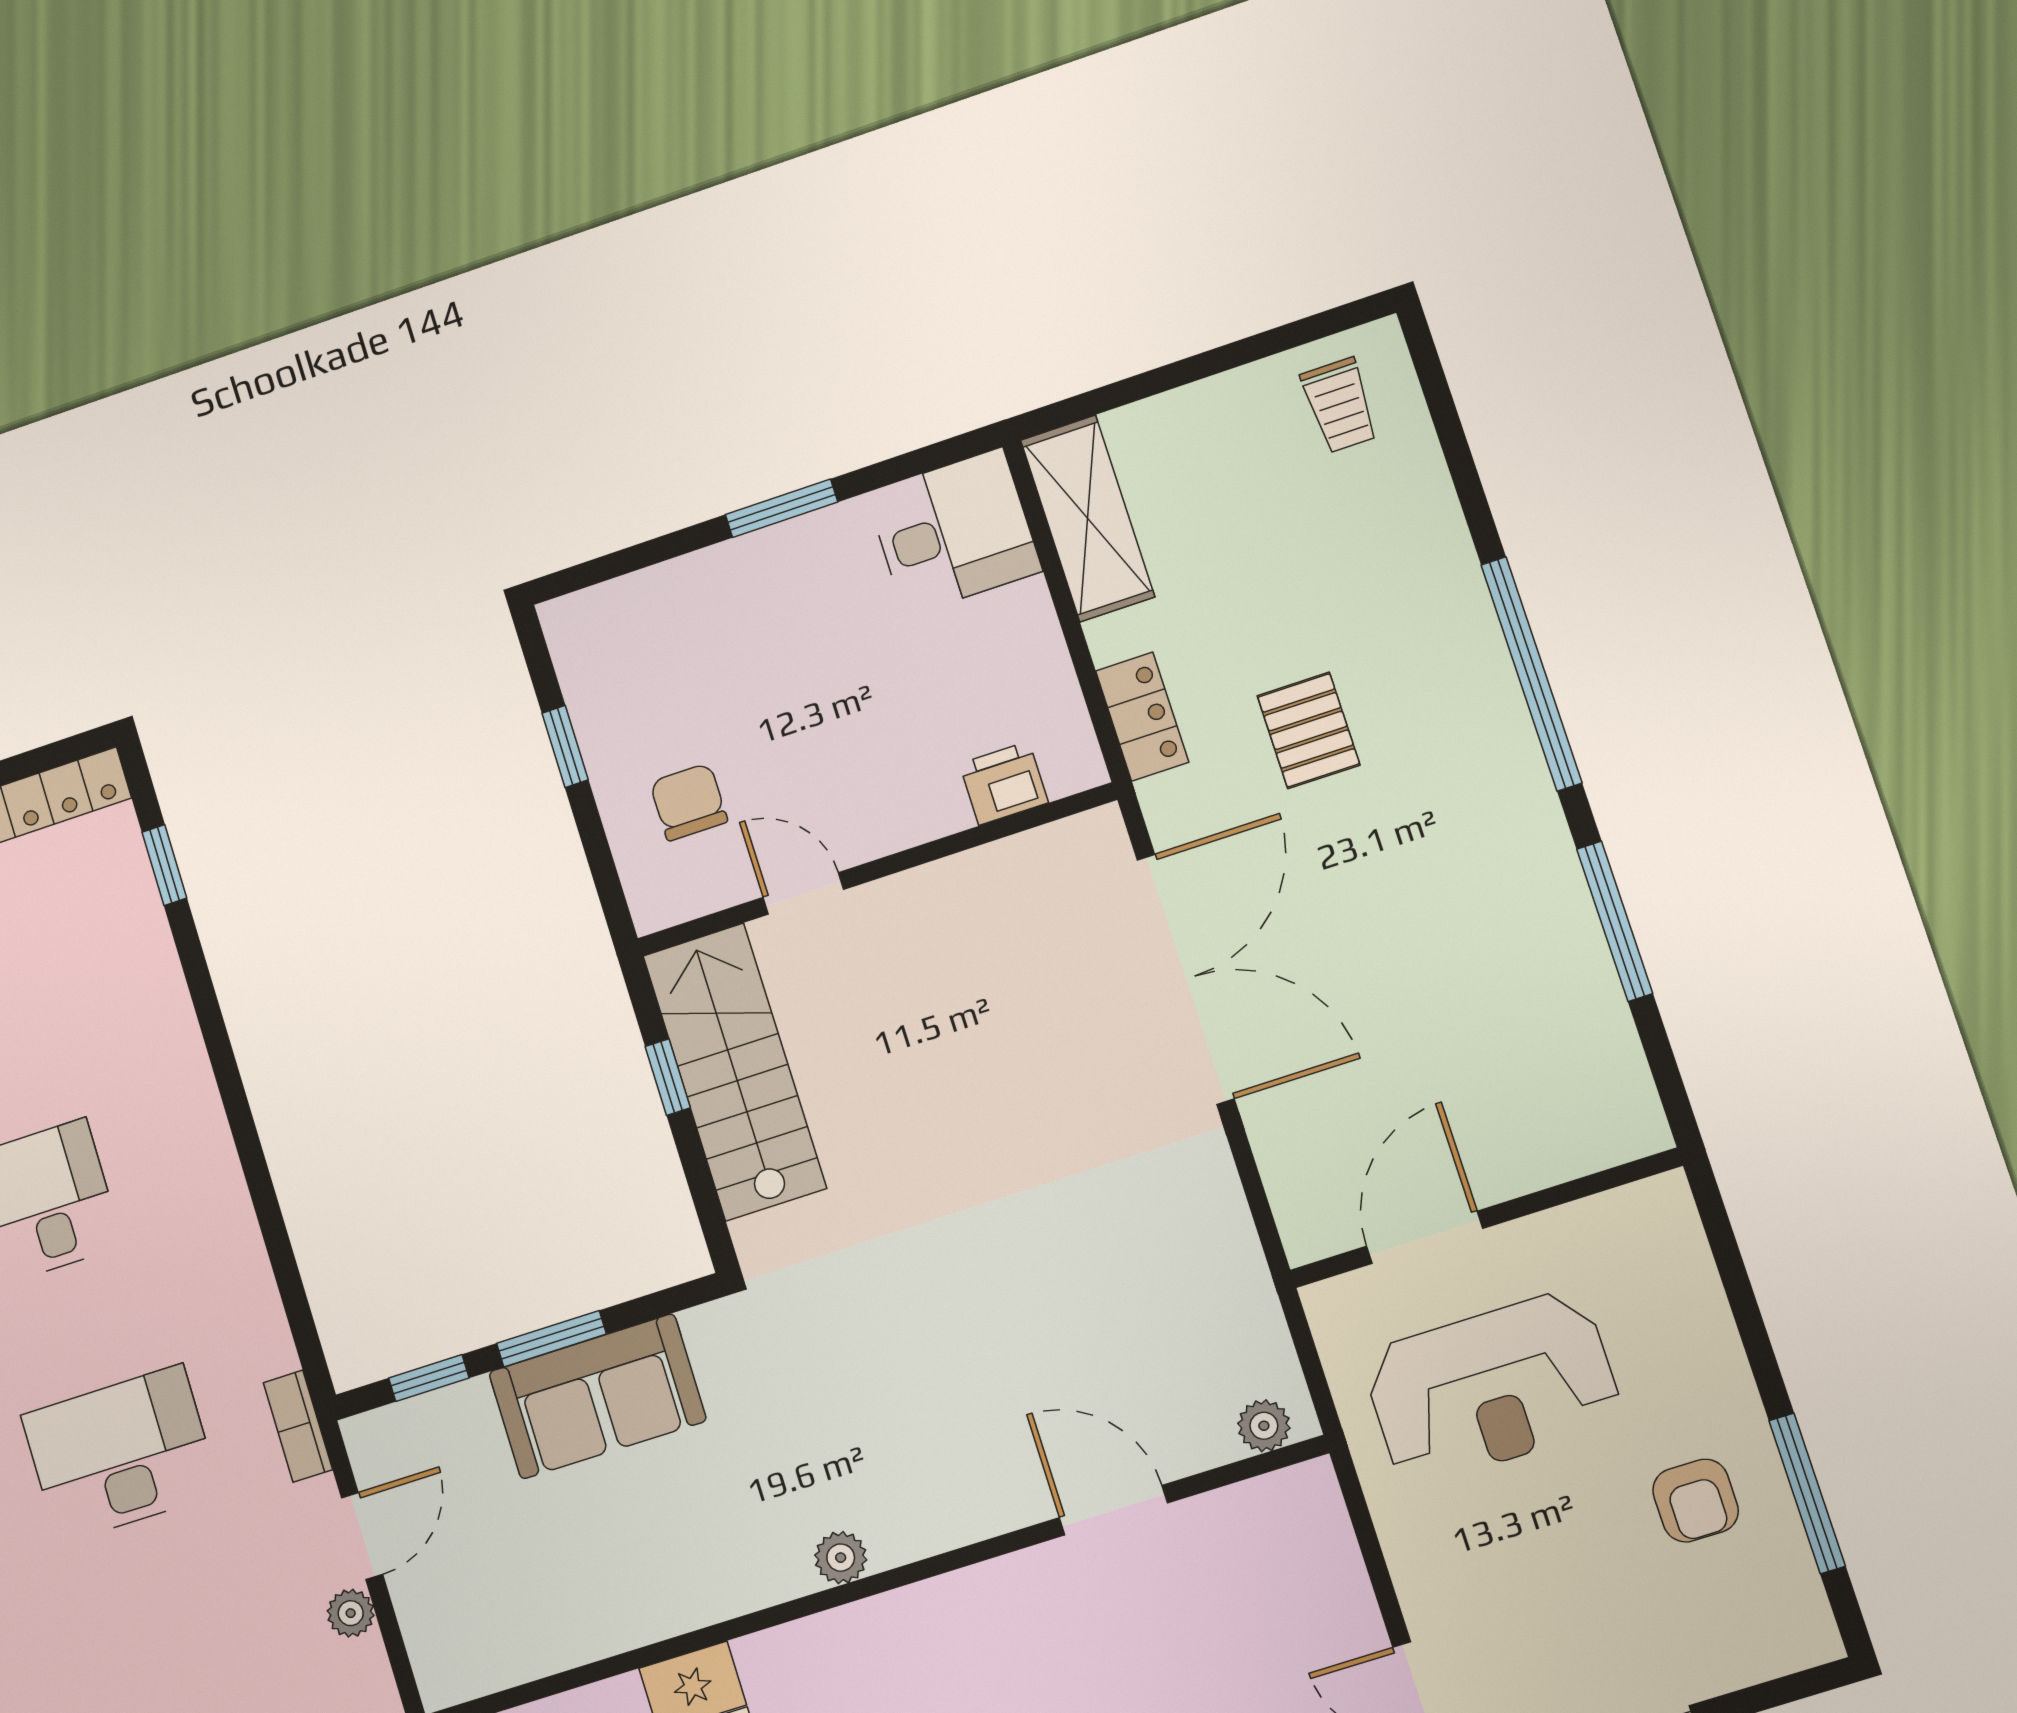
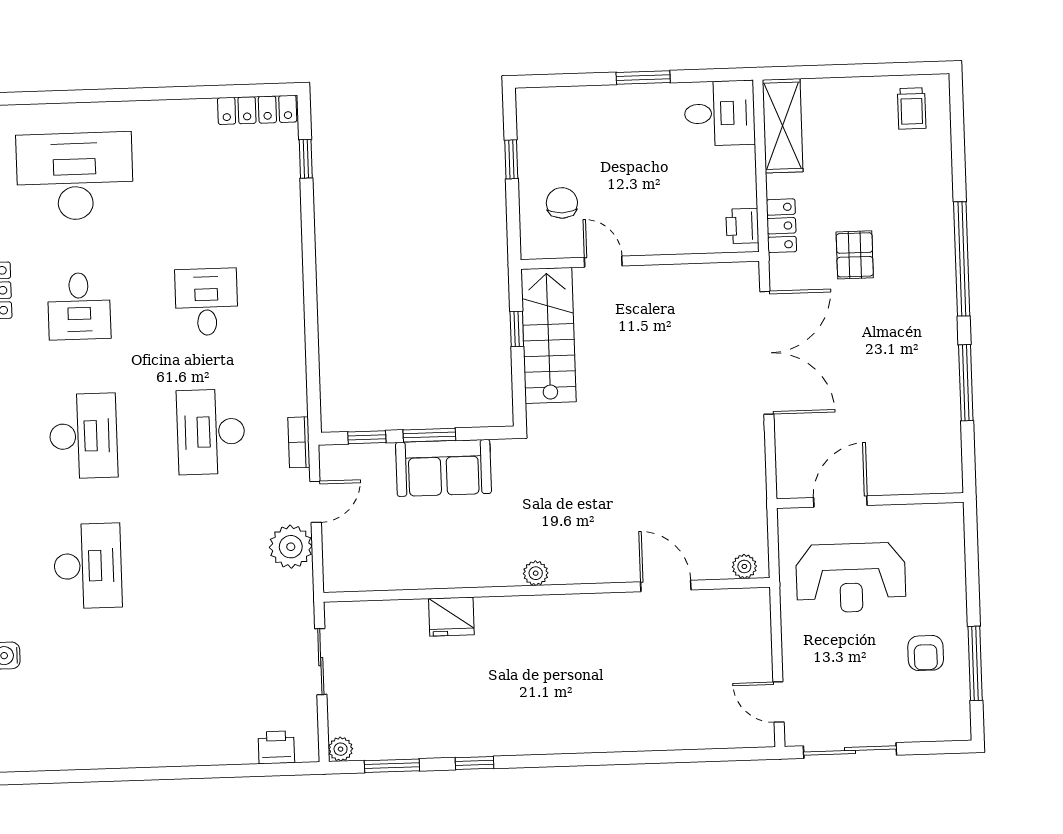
printer: (1004, 783) -> (742, 226), moved, turned -90
desk: (121, 1454) -> (211, 432), turned -90
plant: (351, 1613) -> (291, 547), width x1.88, depth x1.88

